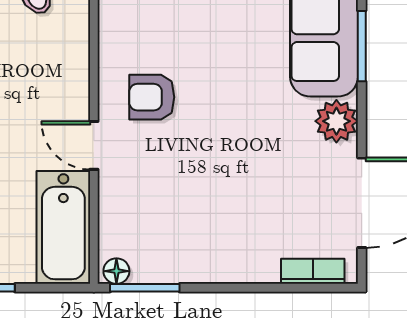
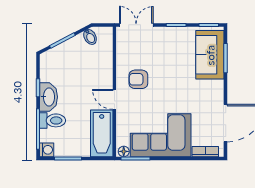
plant: (336, 121) -> (215, 89), removed
corner sofa: (205, 232) -> (161, 135), added

